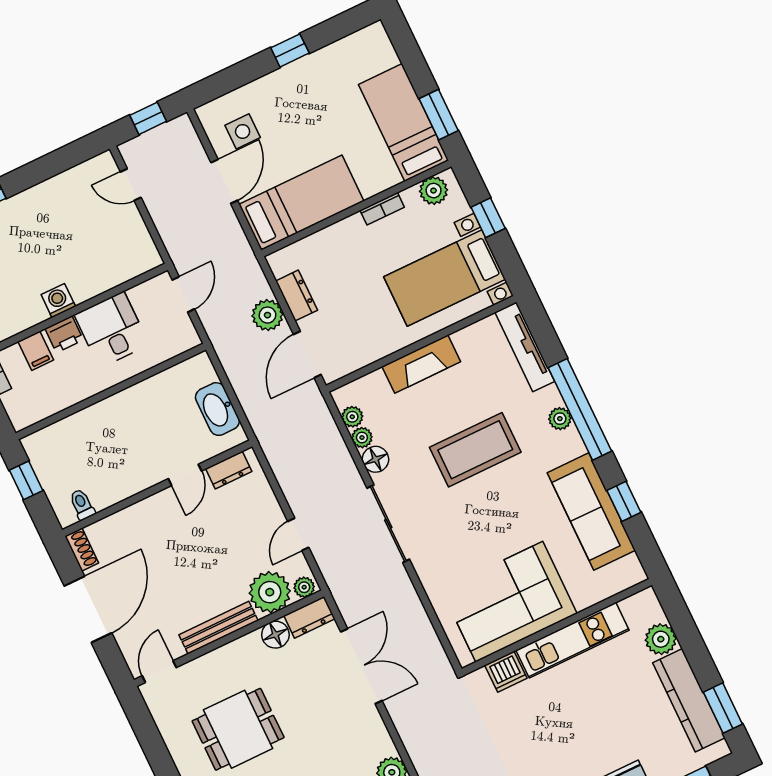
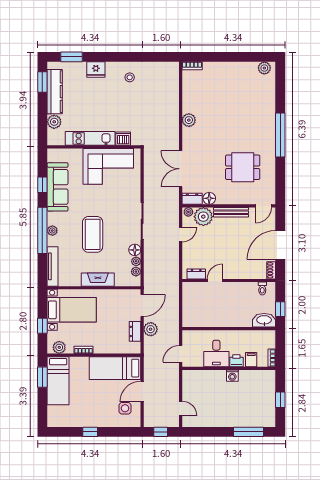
washbasin: (217, 409) -> (264, 320), moved, turned -90
coffee table: (475, 450) -> (93, 234), turned 90

